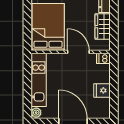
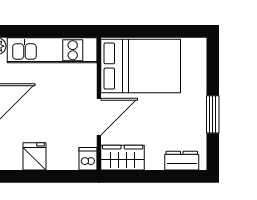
wardrobe: (103, 27) -> (123, 158), moved

